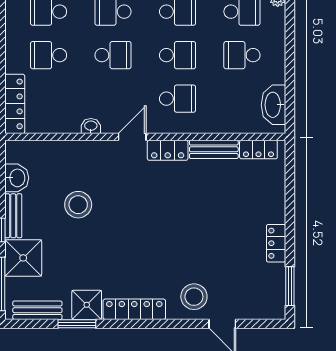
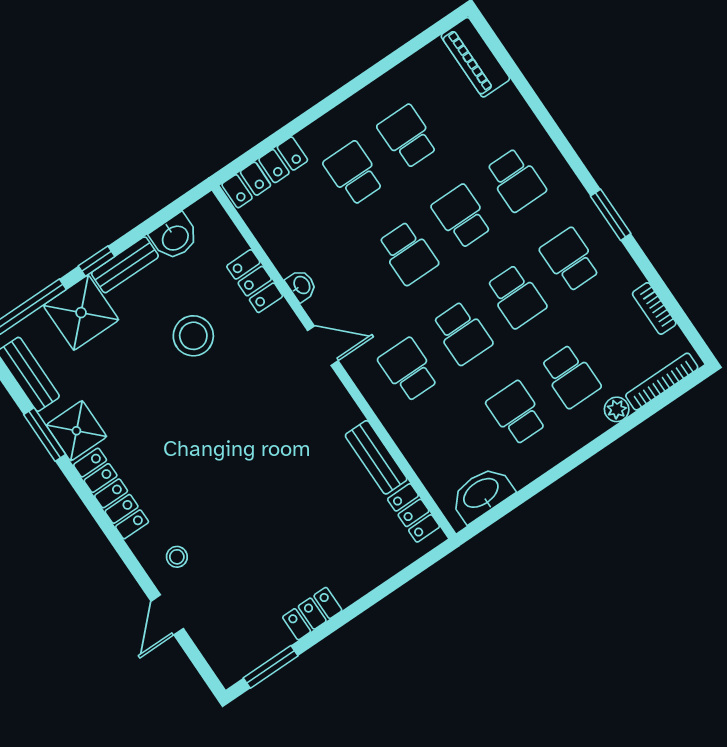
school desk: (177, 99) -> (408, 370), turned 180
locker: (168, 150) -> (255, 281), moved
stool: (194, 297) -> (177, 557), width x0.53, depth x0.53

